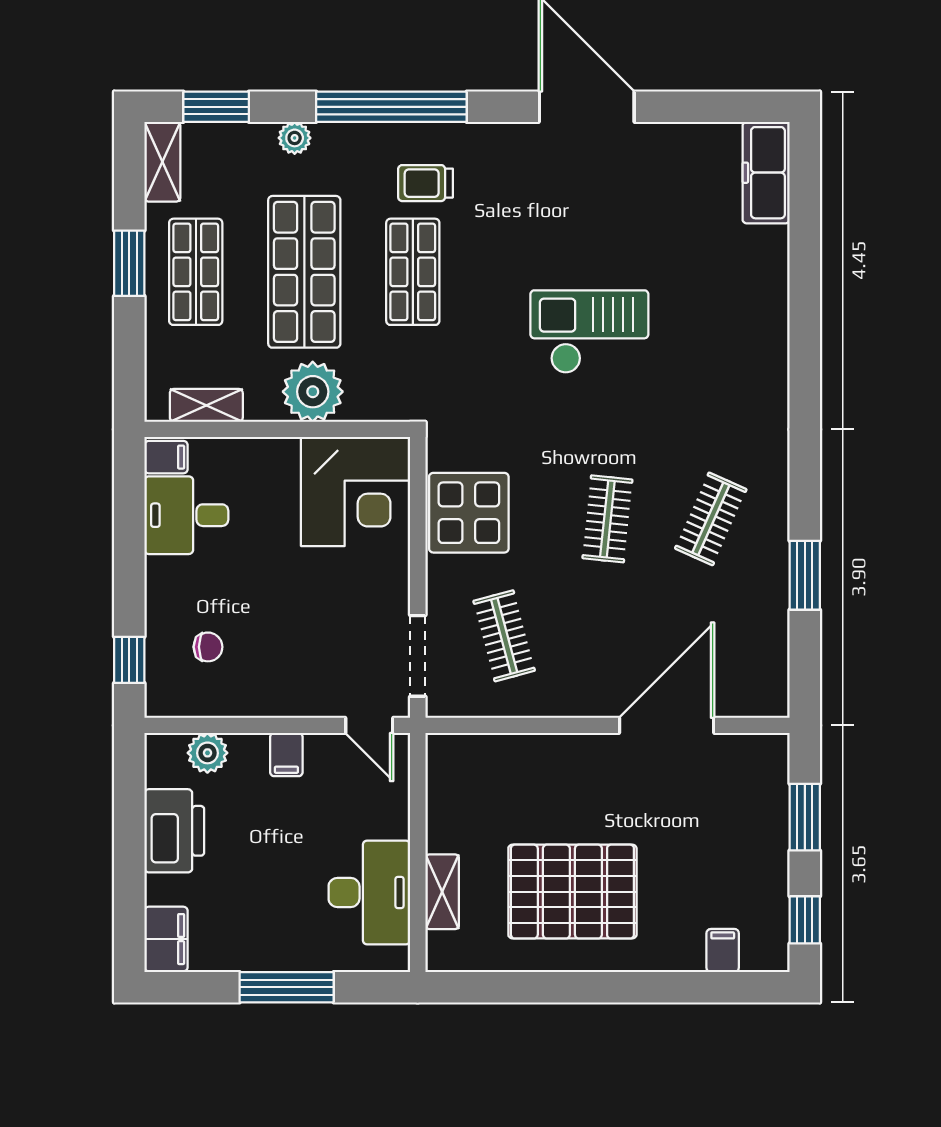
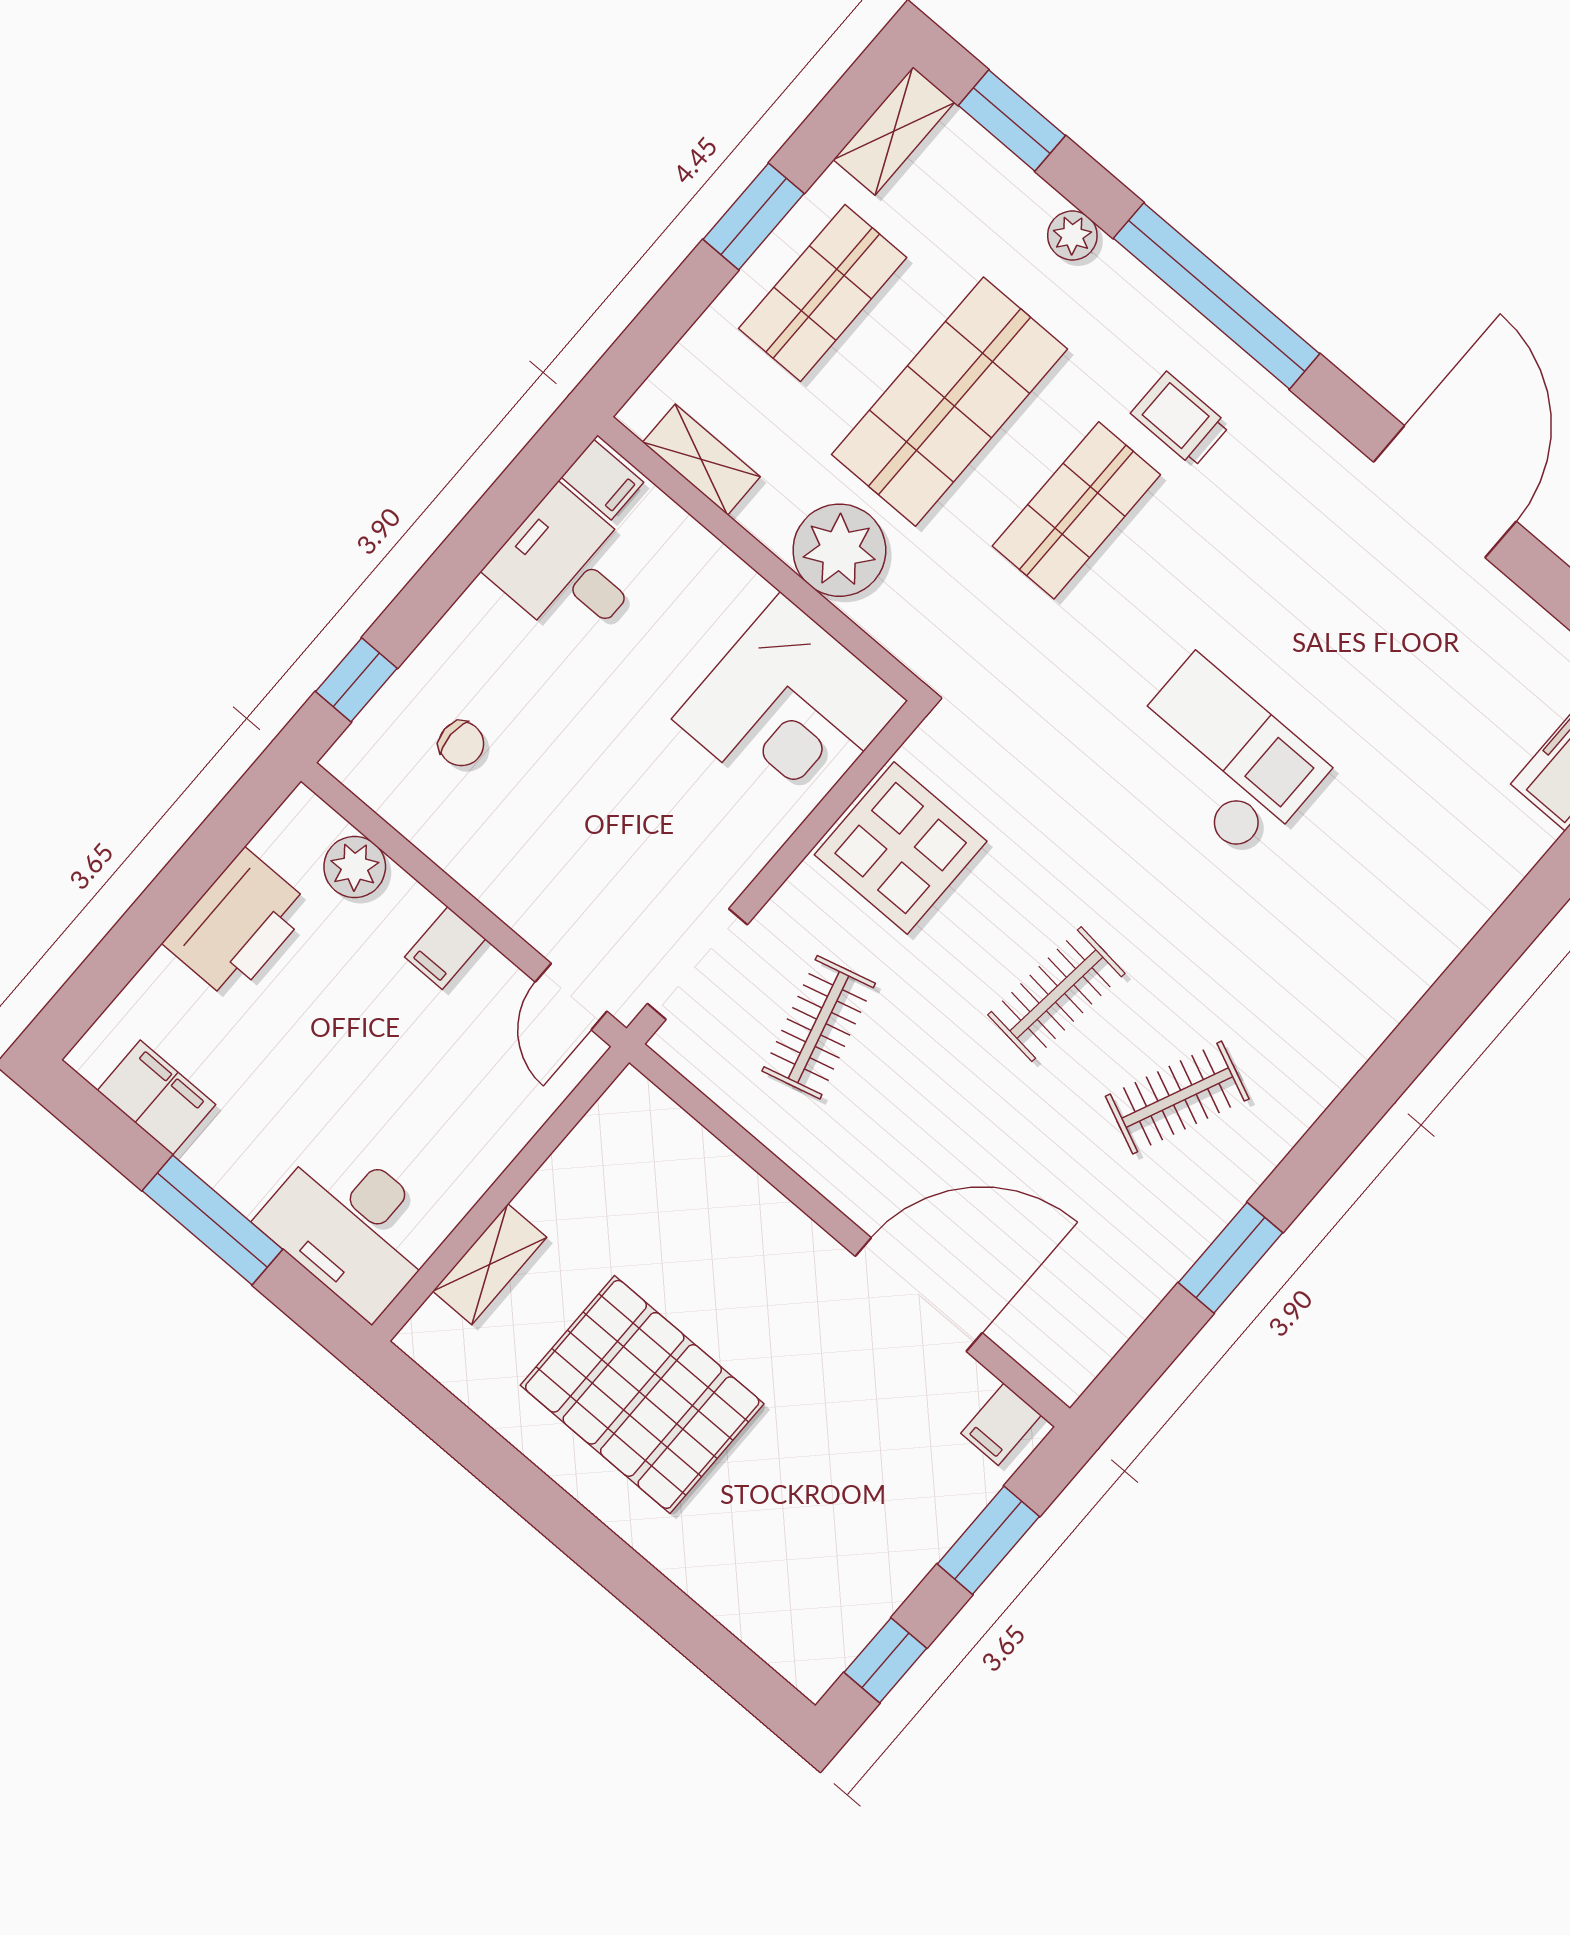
desk: (369, 892) -> (352, 1226), moved, turned 90
filing cabinet: (166, 939) -> (156, 1098), moved, turned -90
filing cabinet: (723, 950) -> (1001, 1424), moved, turned 180

